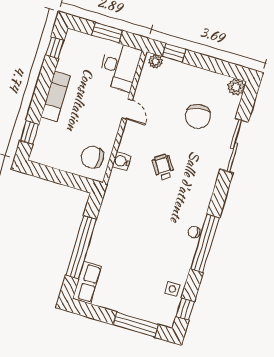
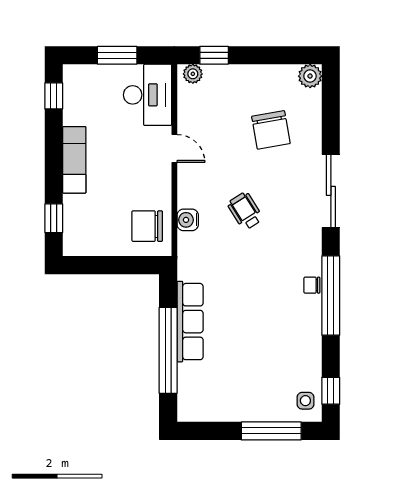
sliding door: (234, 146) -> (331, 191), moved
row of seats: (87, 283) -> (190, 322), moved, width x1.48
side table: (172, 289) -> (305, 401), moved

